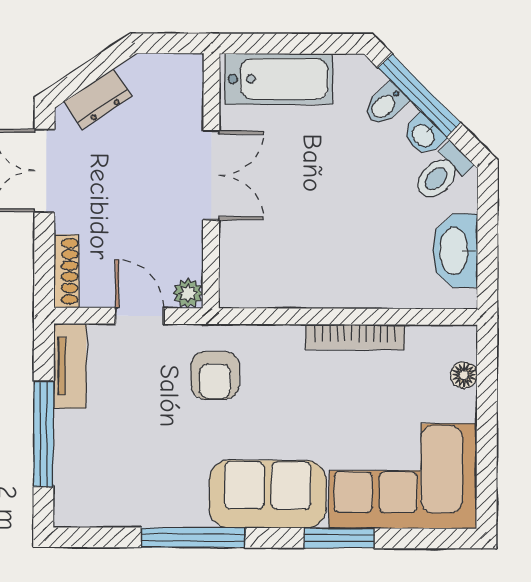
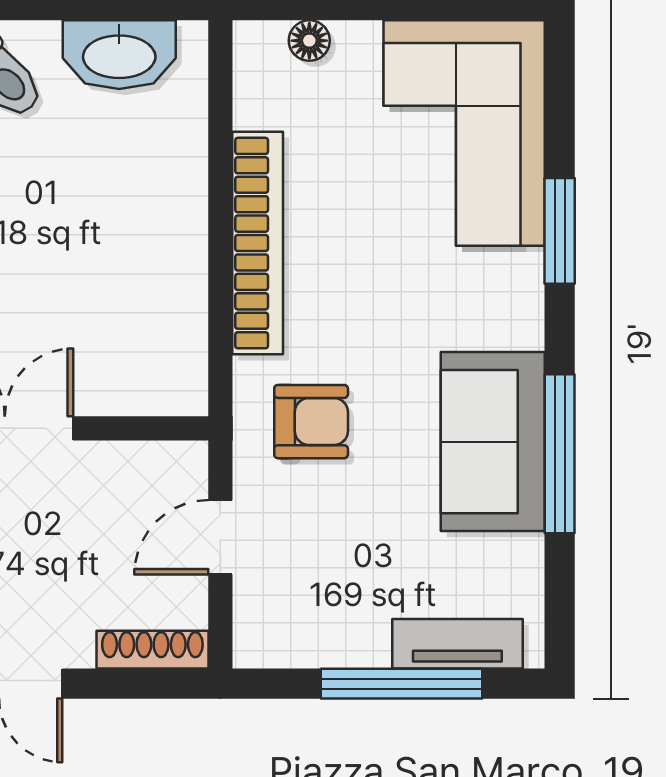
plant: (188, 293) -> (186, 463), removed
bookcase: (355, 337) -> (258, 243), width x1.48, depth x1.31
tv unit: (70, 366) -> (457, 644), moved
sofa: (268, 494) -> (493, 442), moved

